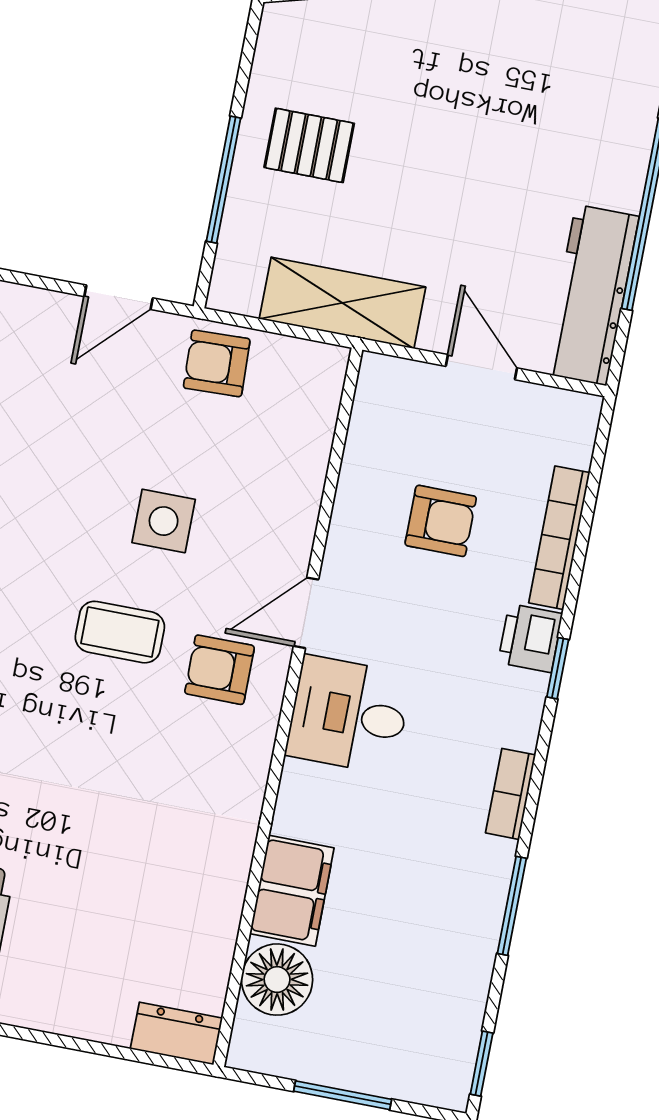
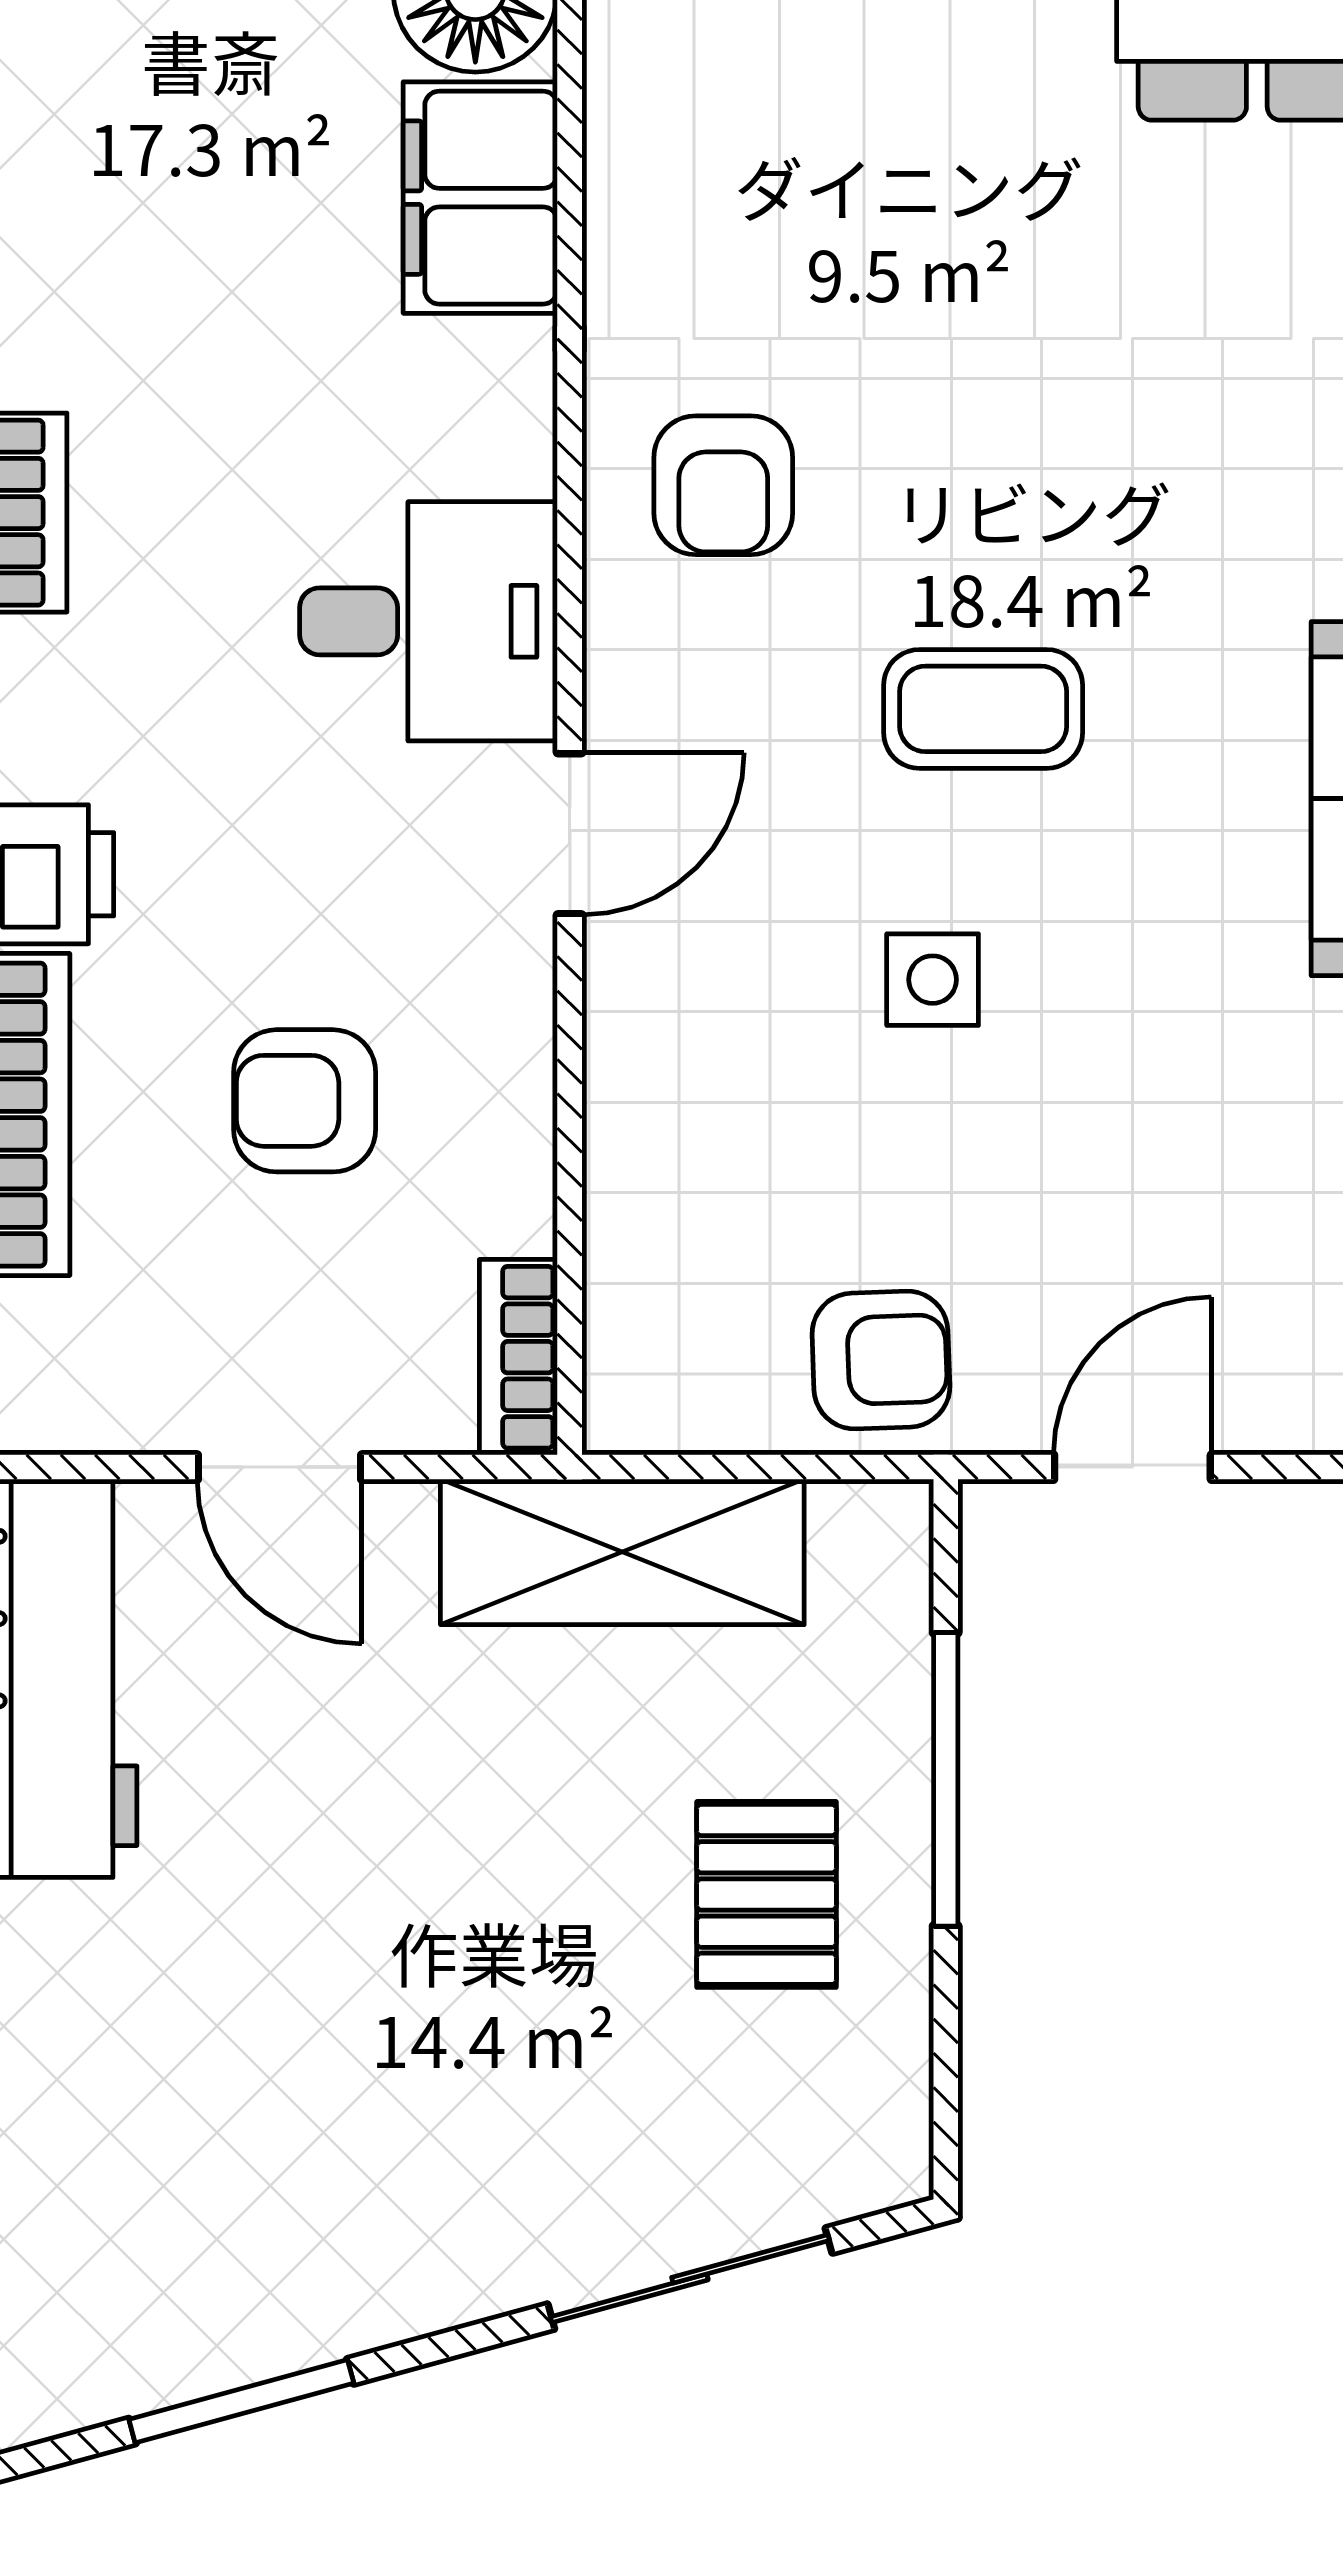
pallet: (309, 145) -> (766, 1894), turned 90
bookcase: (371, 394) -> (518, 1357), added
side table: (164, 521) -> (933, 980), width x0.73, depth x0.73
armchair: (220, 670) -> (723, 485), moved, turned 90

